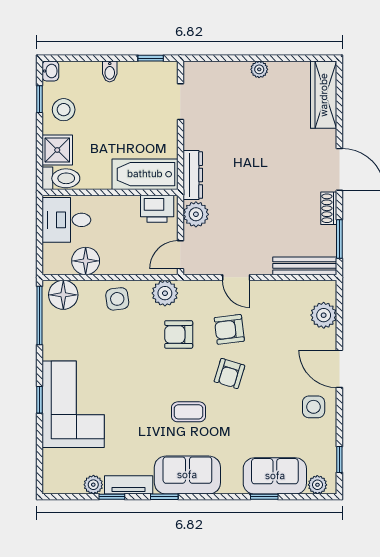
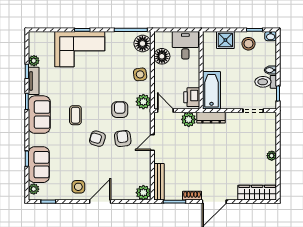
toilet: (61, 178) -> (266, 82), moved, turned 90
plant: (324, 315) -> (143, 193), moved

